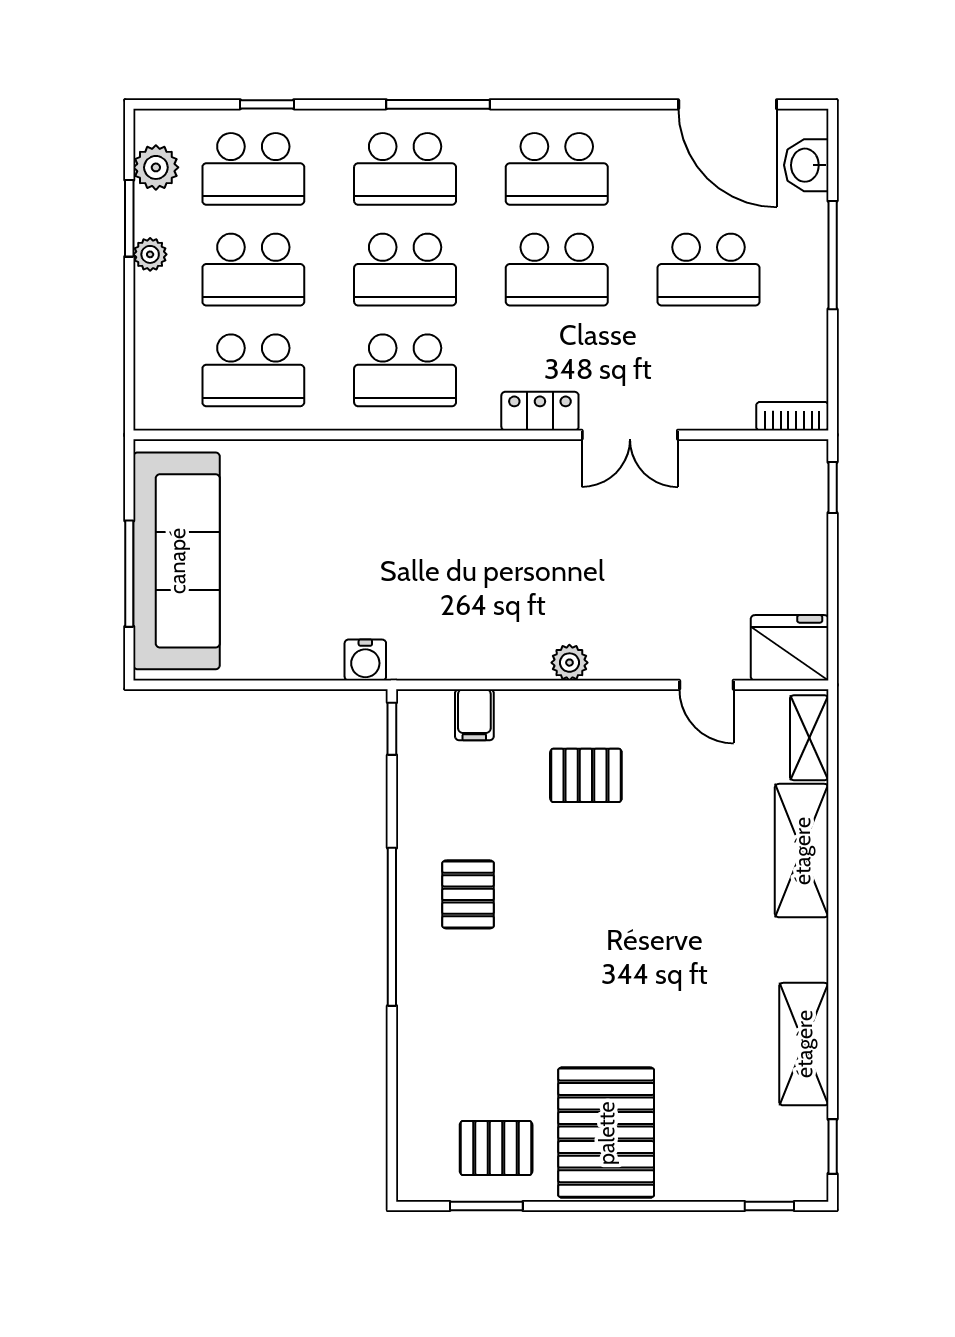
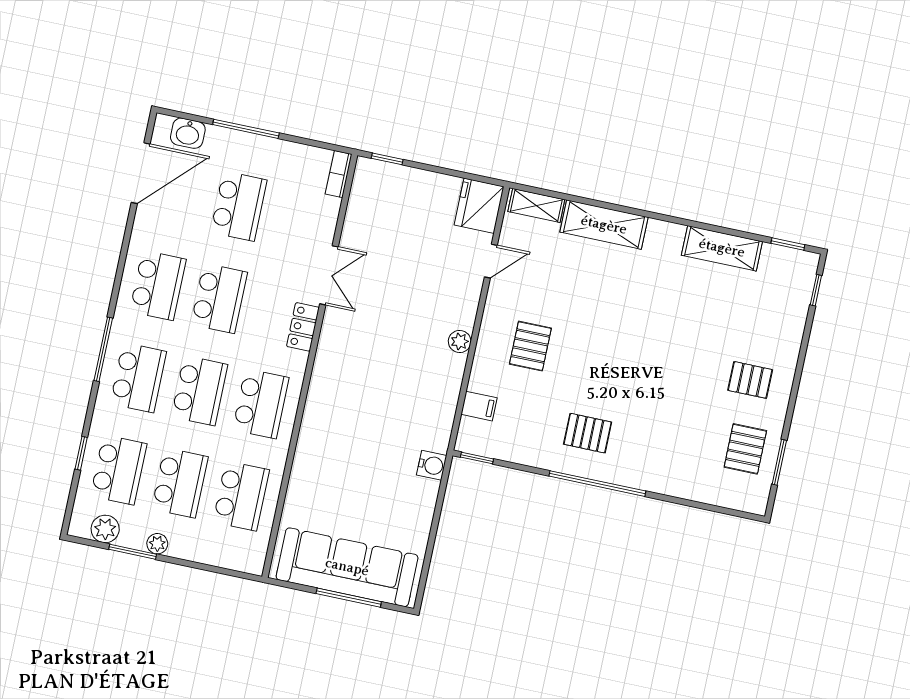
pallet: (606, 1133) -> (750, 380), width x0.49, depth x0.50

